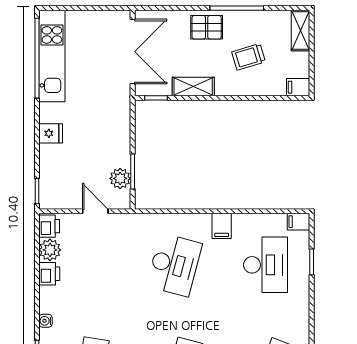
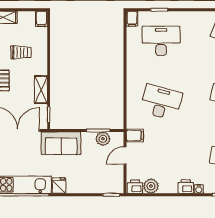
trolley: (249, 57) -> (21, 52), turned -73
sofa: (114, 116) -> (61, 143), added
fridge: (51, 133) -> (59, 186), moved
filing cabinet: (222, 226) -> (135, 135), moved
printer: (49, 274) -> (186, 187), moved

